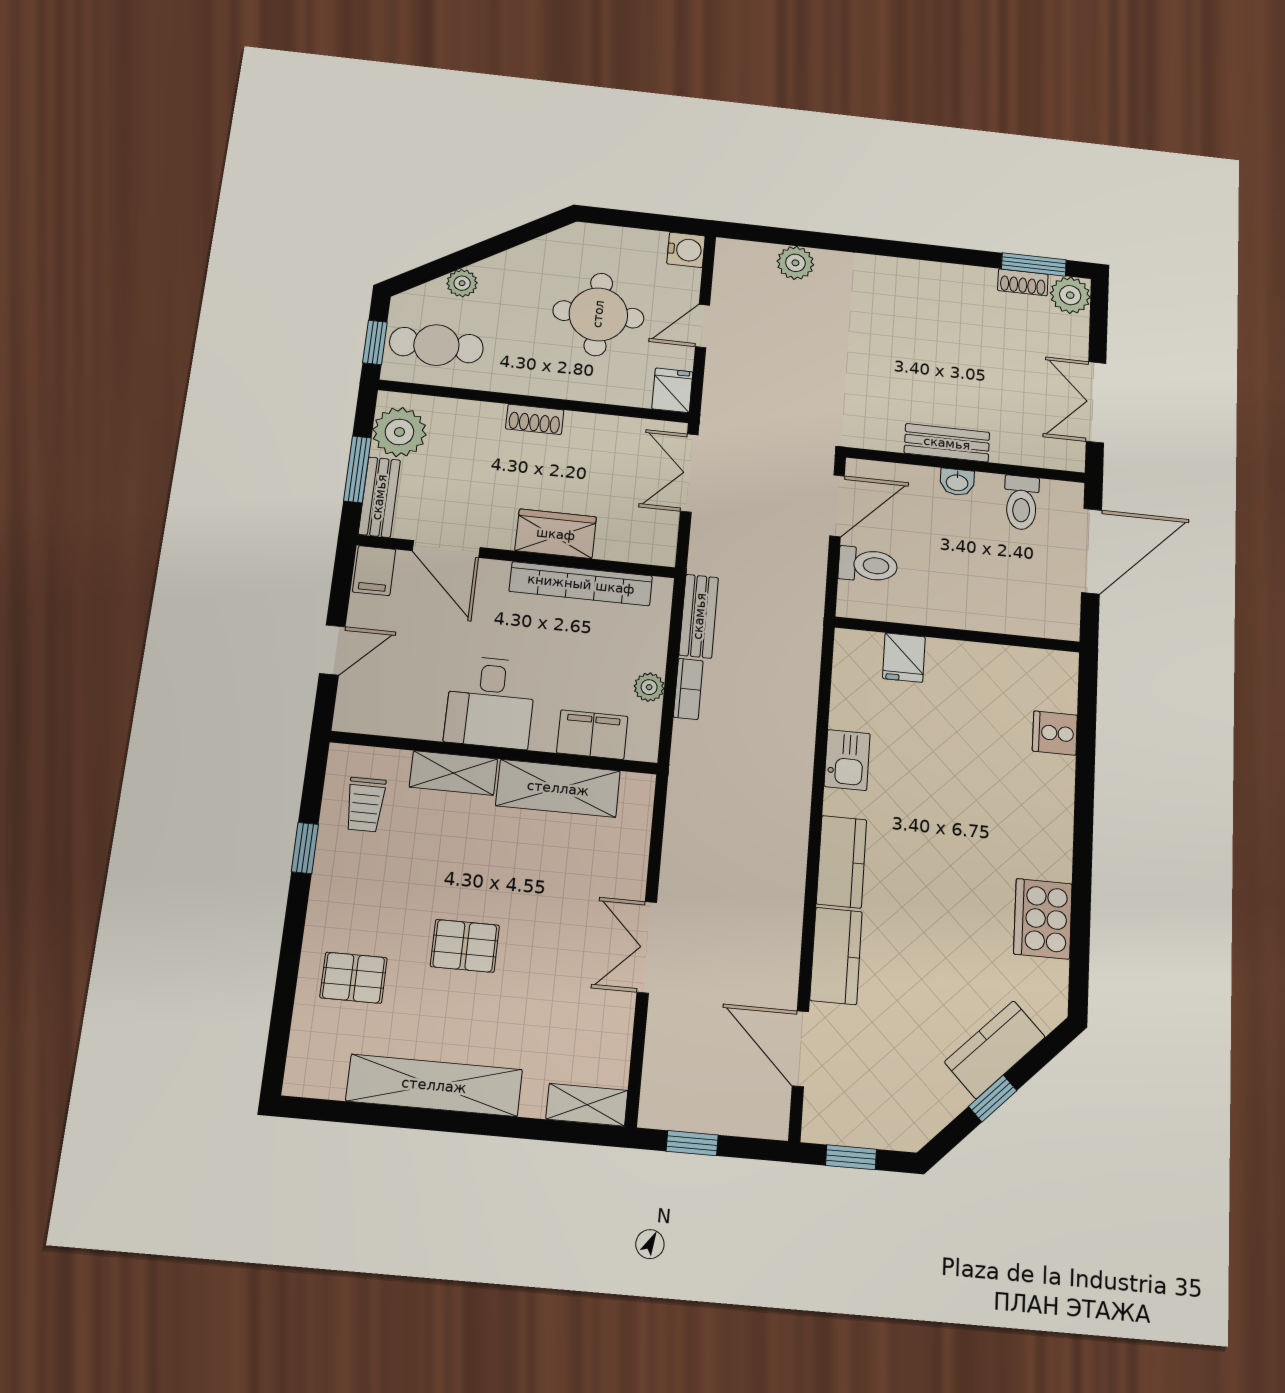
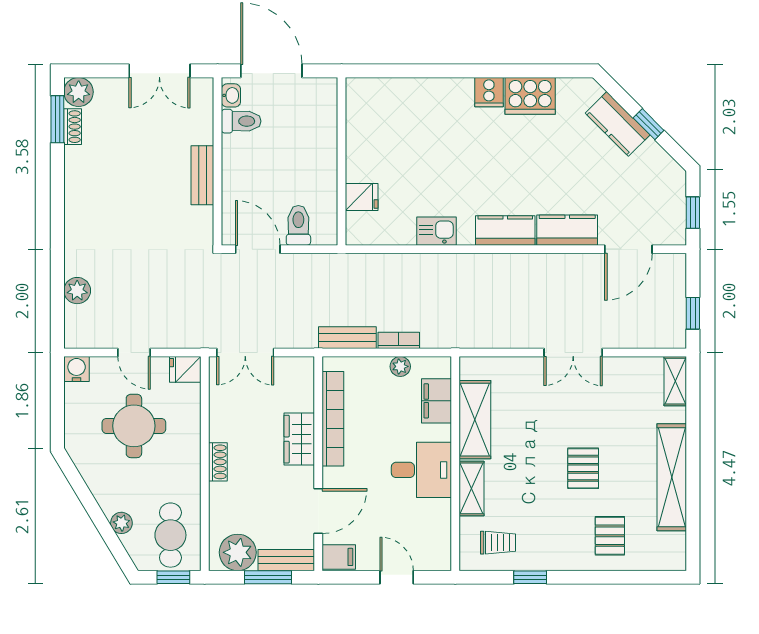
washbasin: (957, 482) -> (231, 95), moved
cooker: (1055, 733) -> (489, 92), moved

